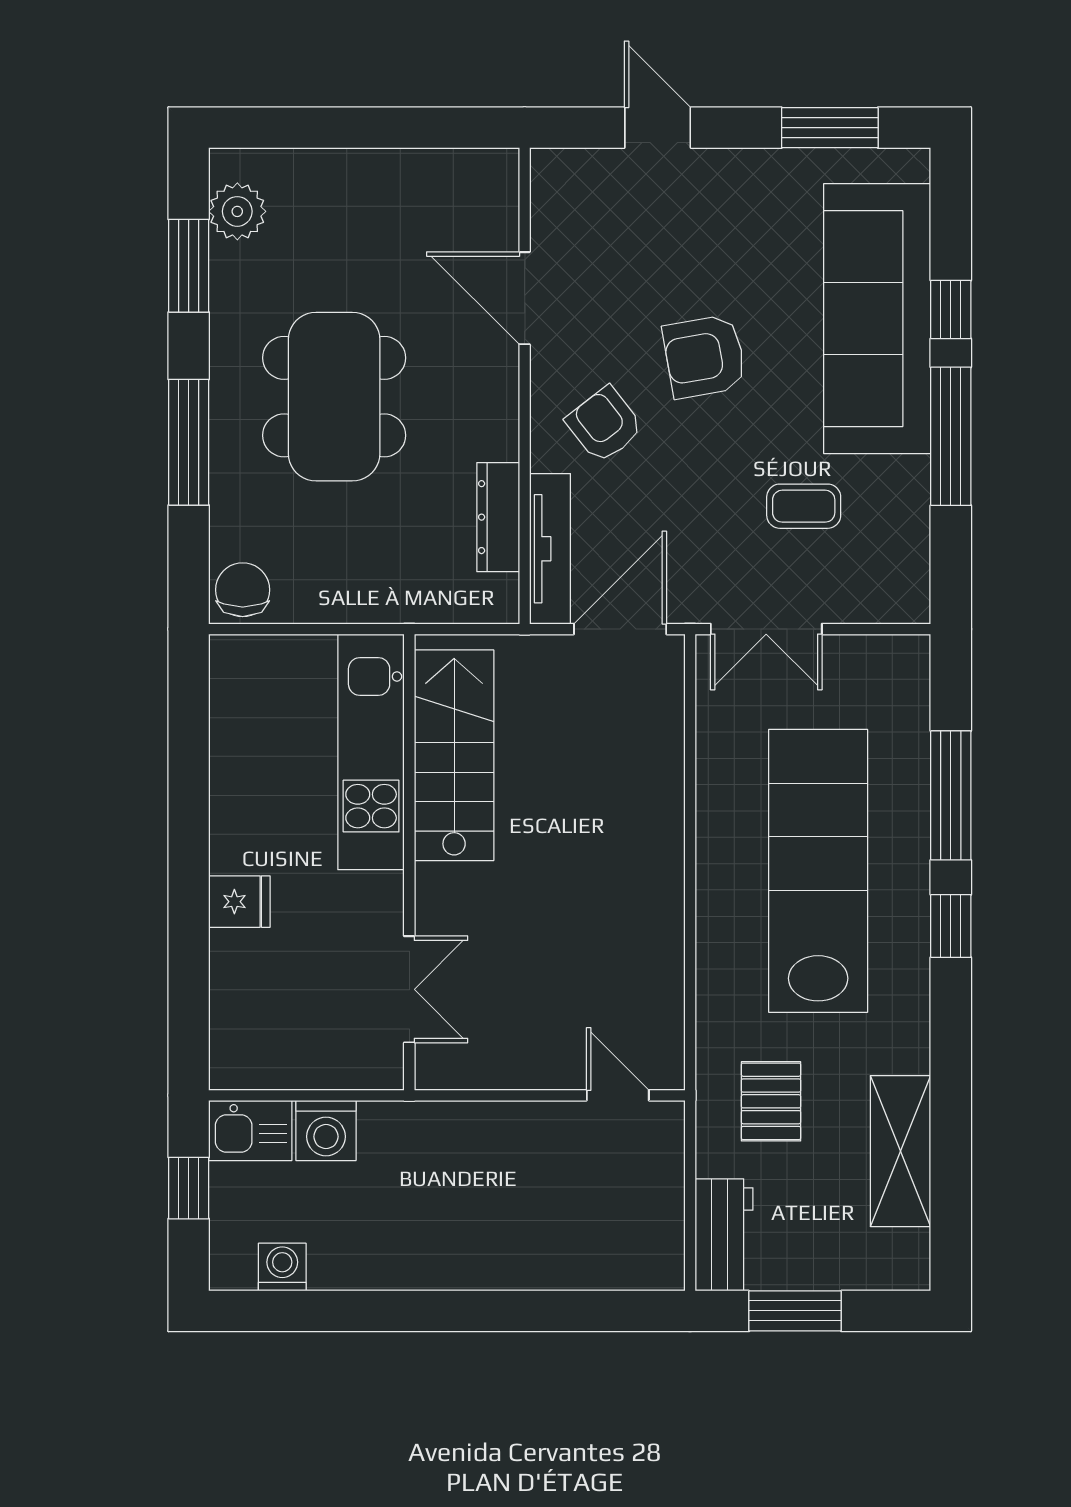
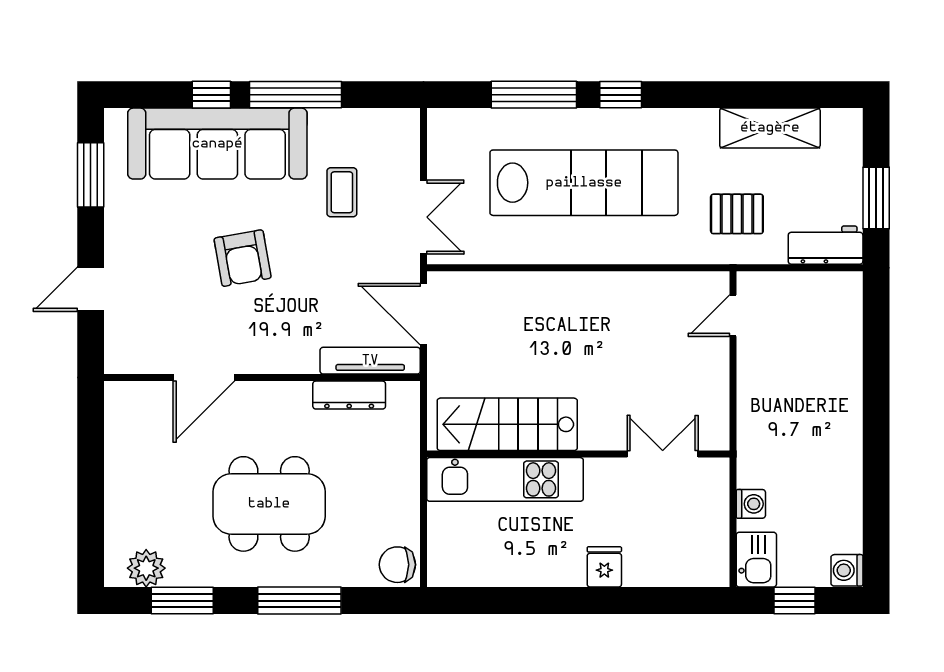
armchair: (604, 425) -> (288, 325), removed
lab bench: (818, 871) -> (584, 183), turned 180
washing machine: (326, 1130) -> (751, 504), width x0.73, depth x0.73
washing machine: (282, 1267) -> (847, 570), moved

